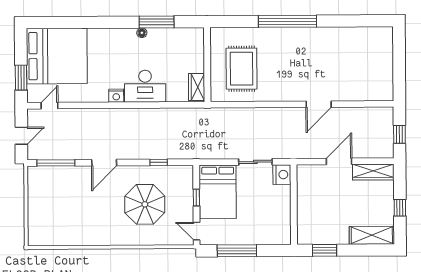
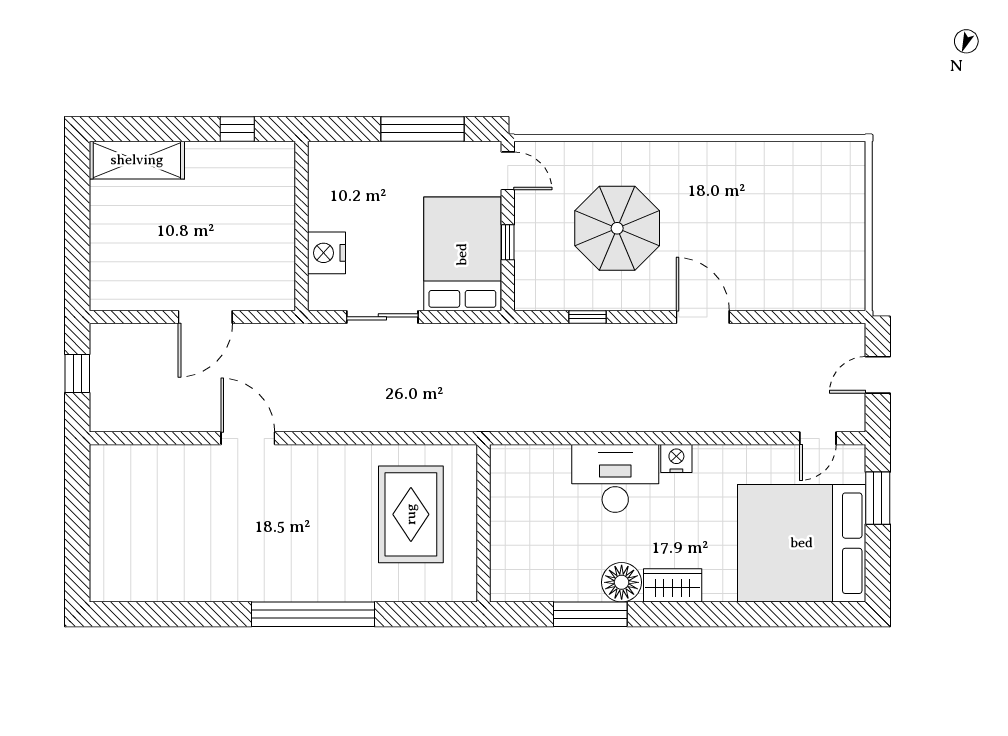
floor lamp: (142, 33) -> (622, 582), width x1.89, depth x1.89
wardrobe: (197, 87) -> (673, 585), moved, turned -90
door: (319, 104) -> (248, 438), hinge flipped
window: (56, 163) -> (805, 317), removed
door: (104, 163) -> (703, 317), hinge flipped
wardrobe: (373, 172) -> (133, 294), removed
nightstand: (282, 175) -> (327, 253), moved
window: (400, 208) -> (77, 218), removed
window: (324, 250) -> (237, 129), width x0.67

